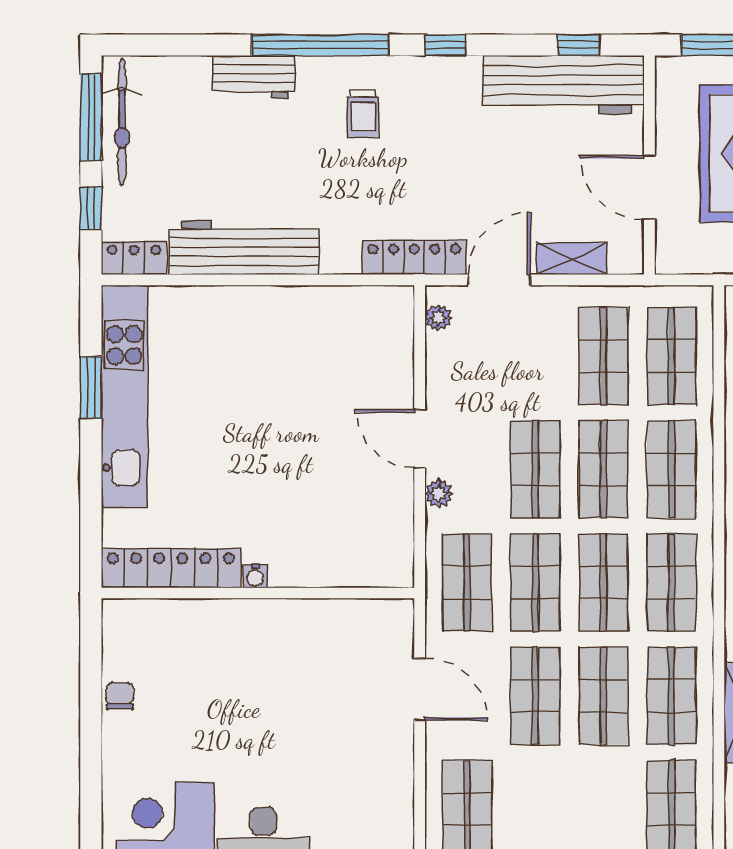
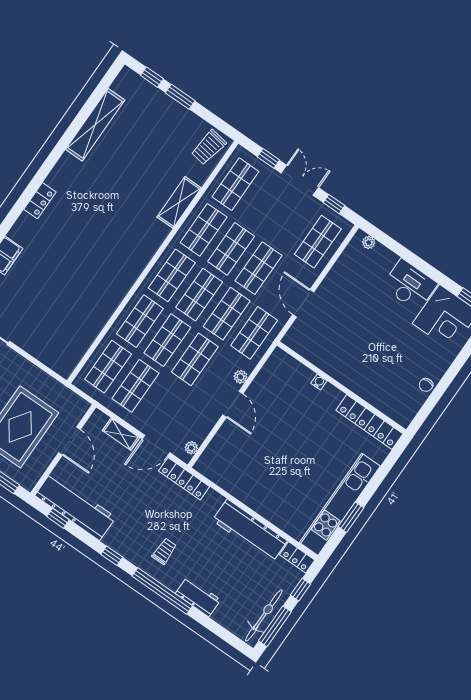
water cooler: (255, 576) -> (319, 382), moved

